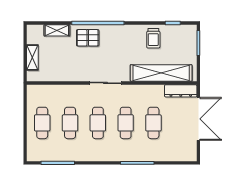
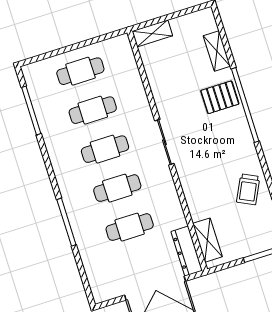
pallet: (88, 38) -> (220, 97), turned 90
trolley: (153, 38) -> (248, 189), turned -64
shelving: (32, 58) -> (152, 33), moved
shelving: (161, 73) -> (207, 240), width x0.45, depth x0.75

